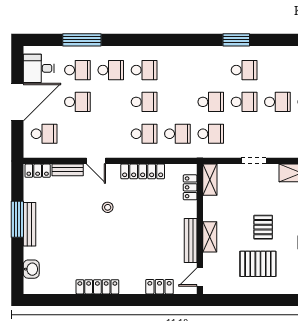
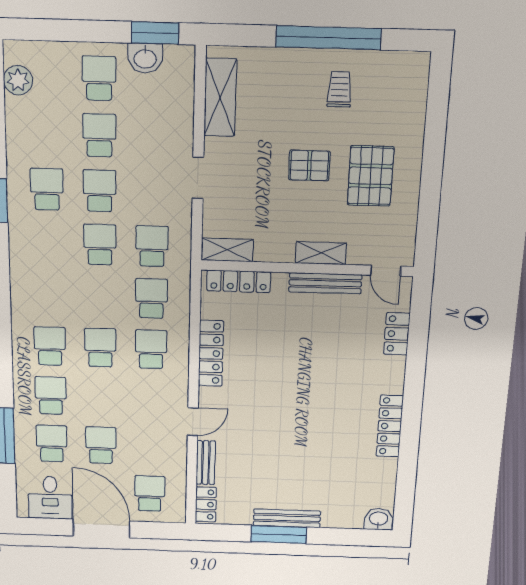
locker: (190, 187) -> (239, 281), width x1.53
stool: (108, 207) -> (266, 407), removed
washbasin: (31, 269) -> (379, 519), moved

